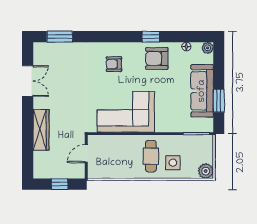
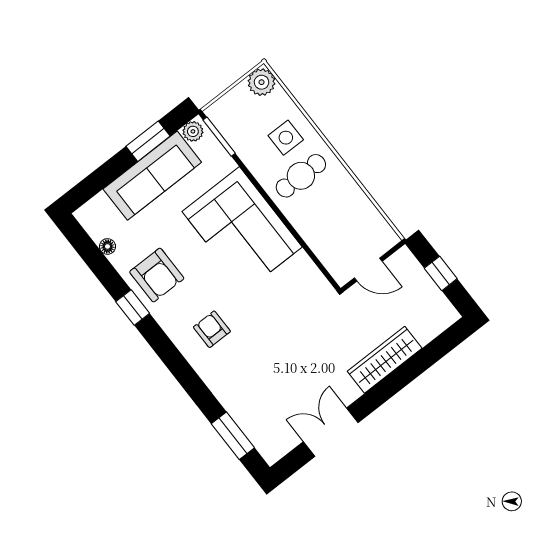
plant: (208, 48) -> (193, 131), moved
armchair: (114, 64) -> (212, 329), turned 180
corner sofa: (126, 112) -> (242, 229), moved

